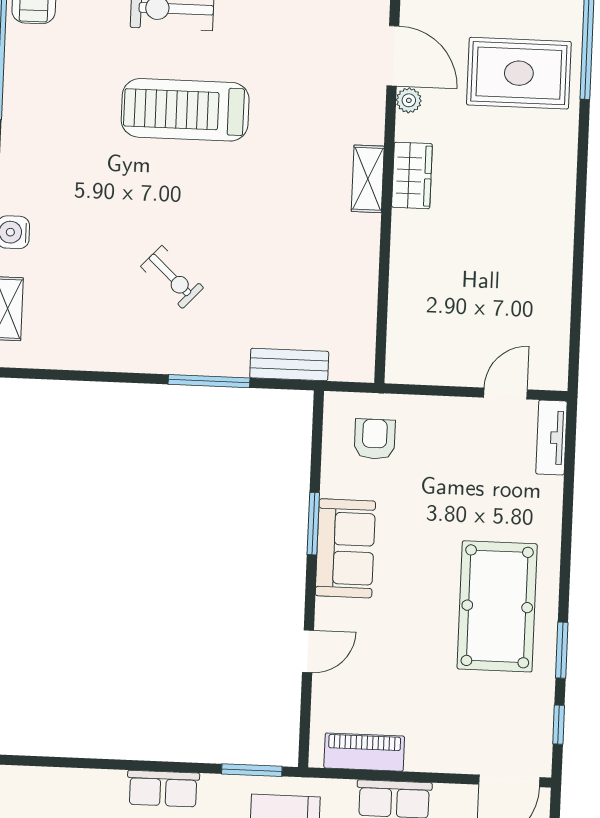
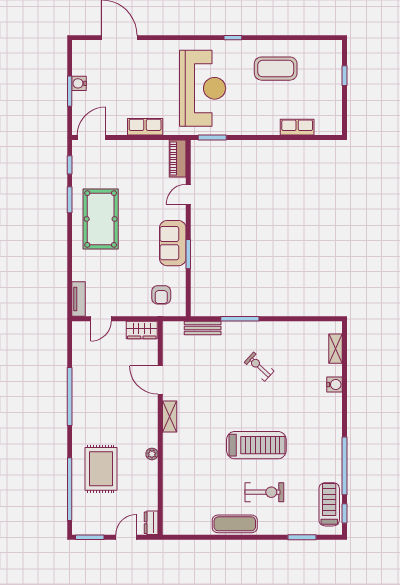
door: (393, 56) -> (160, 380), moved
rug: (519, 73) -> (101, 469), turned 90
wardrobe: (412, 175) -> (142, 330), moved, turned -90
window: (579, 230) -> (70, 397), added
piano: (364, 752) -> (178, 158), moved, turned 90
row of seats: (163, 789) -> (297, 127), moved

